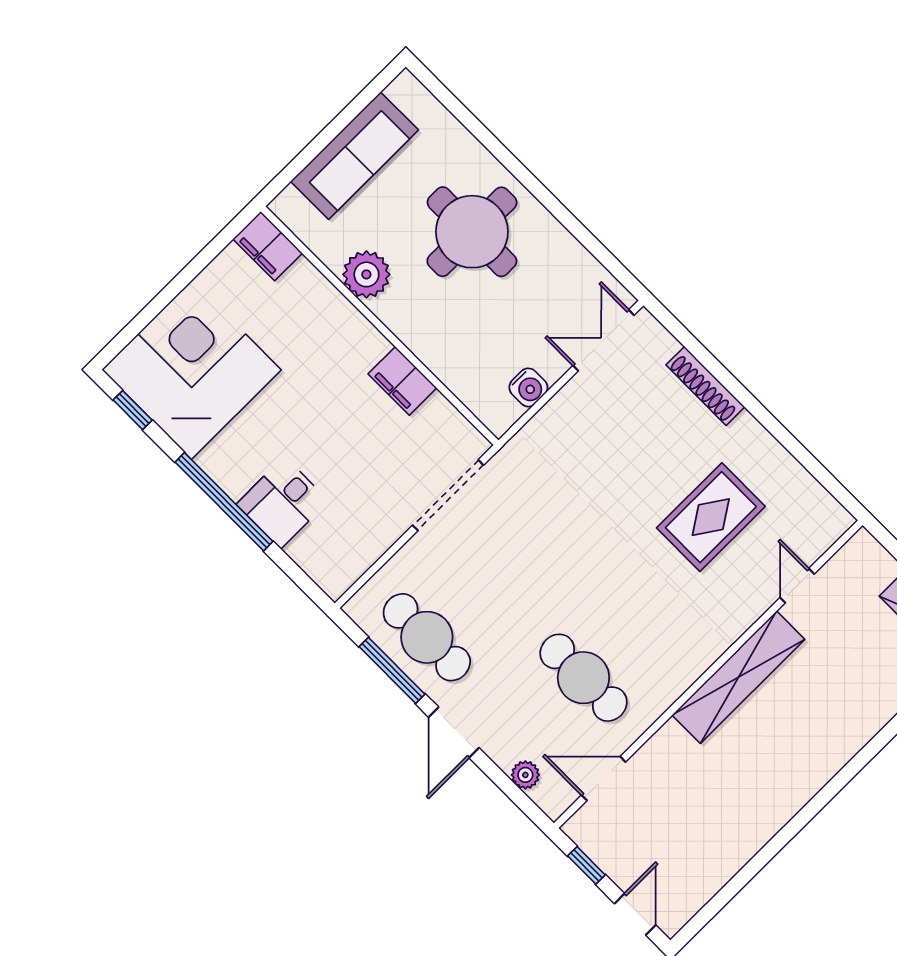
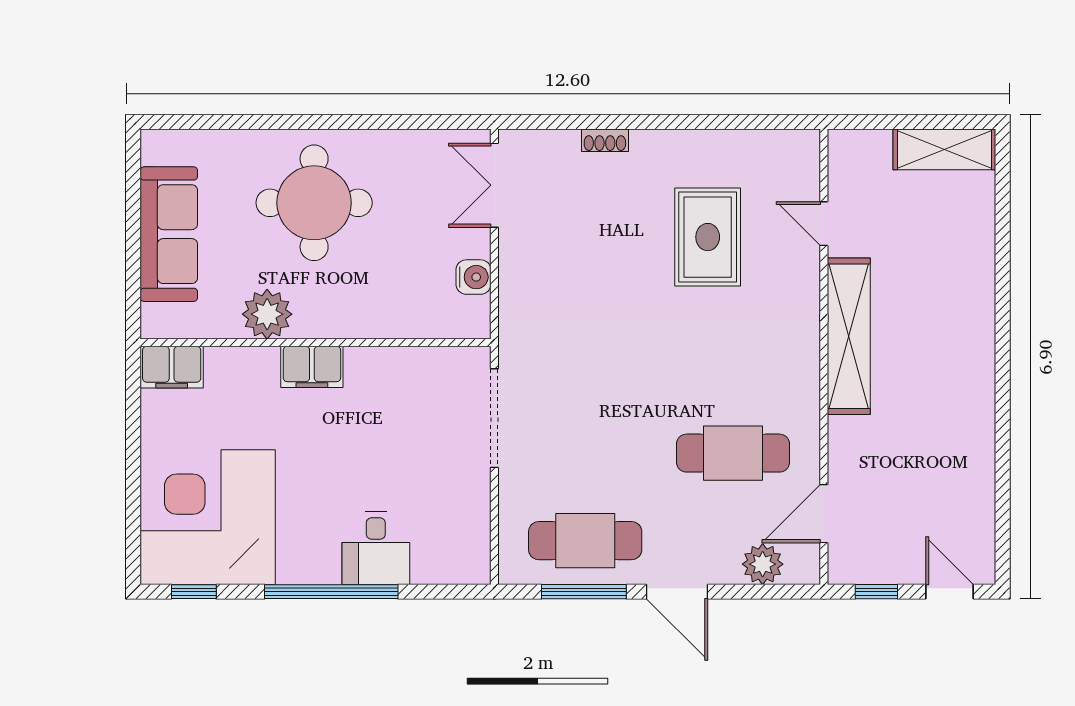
filing cabinet: (402, 381) -> (312, 367), moved
shoe rack: (705, 386) -> (605, 140), width x0.51, depth x0.81
plant: (525, 775) -> (763, 564), width x1.38, depth x1.38

